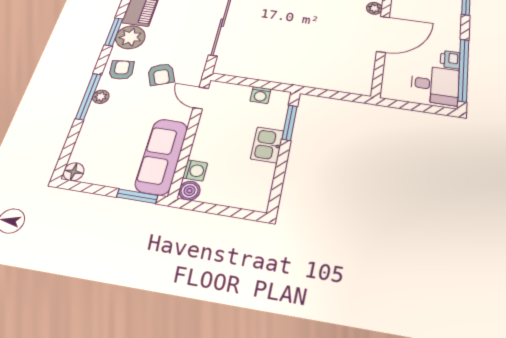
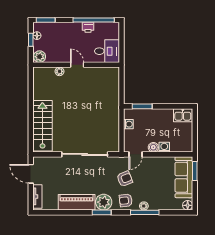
door: (383, 34) -> (77, 65), width x0.53
desk: (435, 85) -> (107, 51), moved, turned 90
kitchen sink: (267, 145) -> (183, 115), moved
sofa: (162, 156) -> (184, 177), moved, turned 90
washing machine: (195, 170) -> (164, 147), moved
boiler: (190, 191) -> (153, 147), moved

